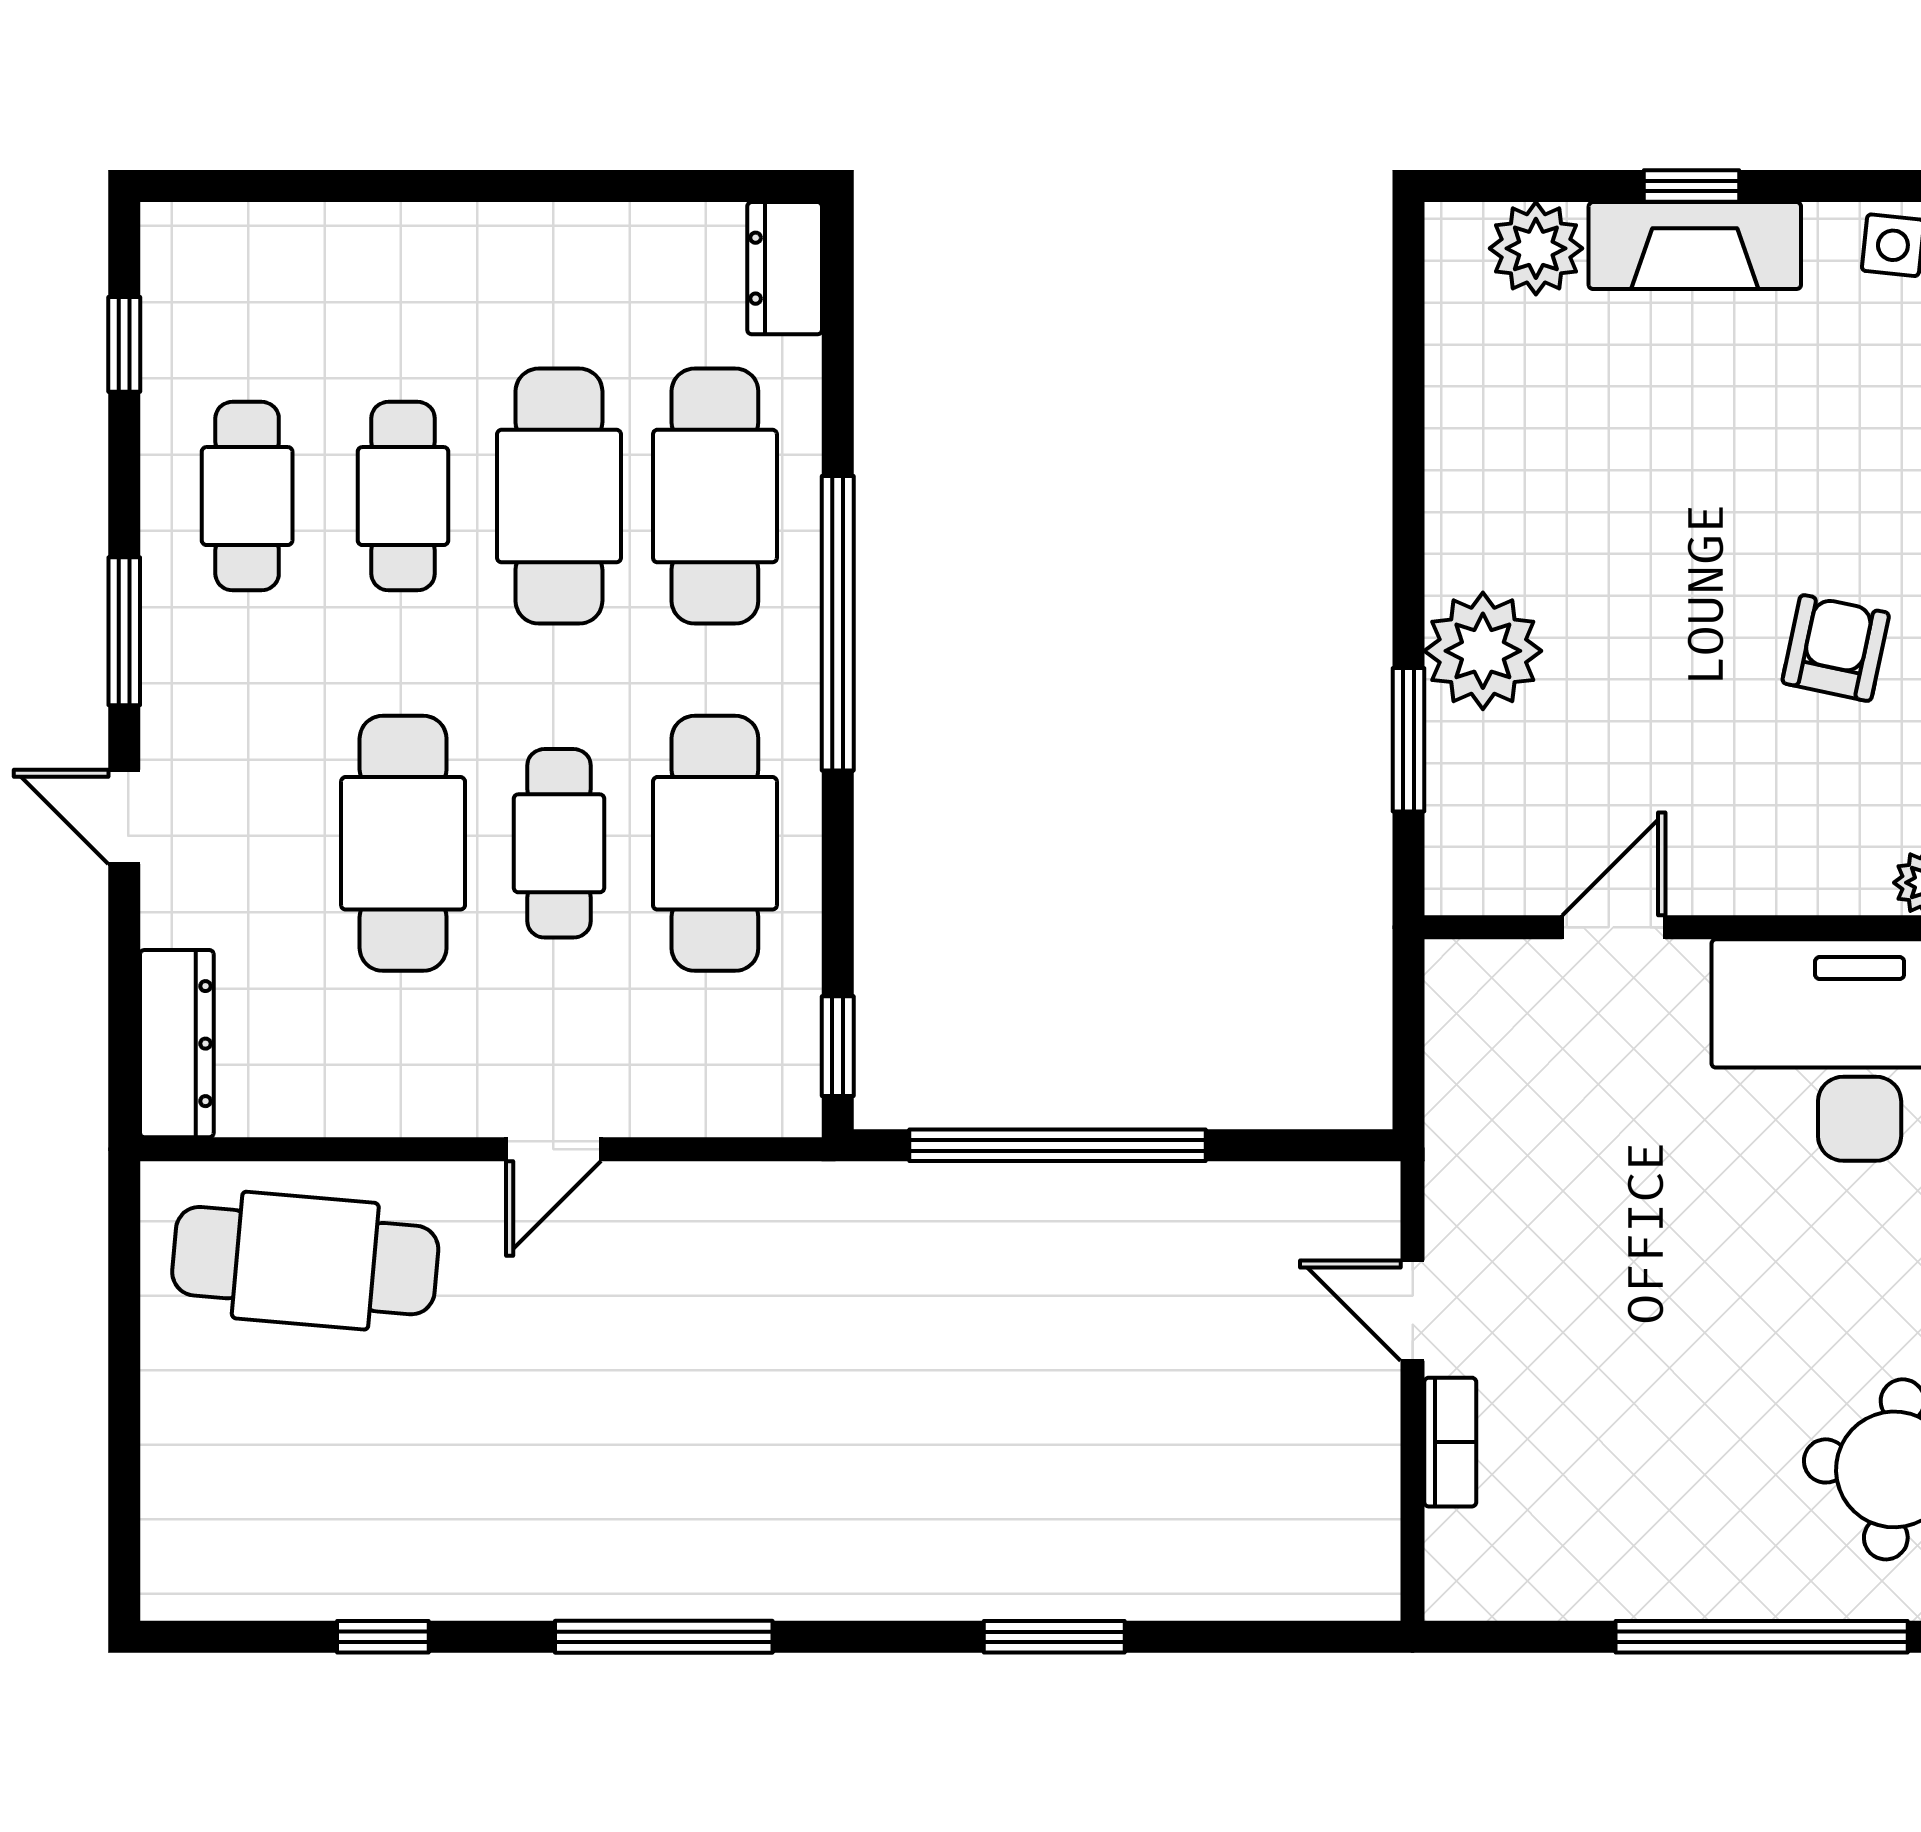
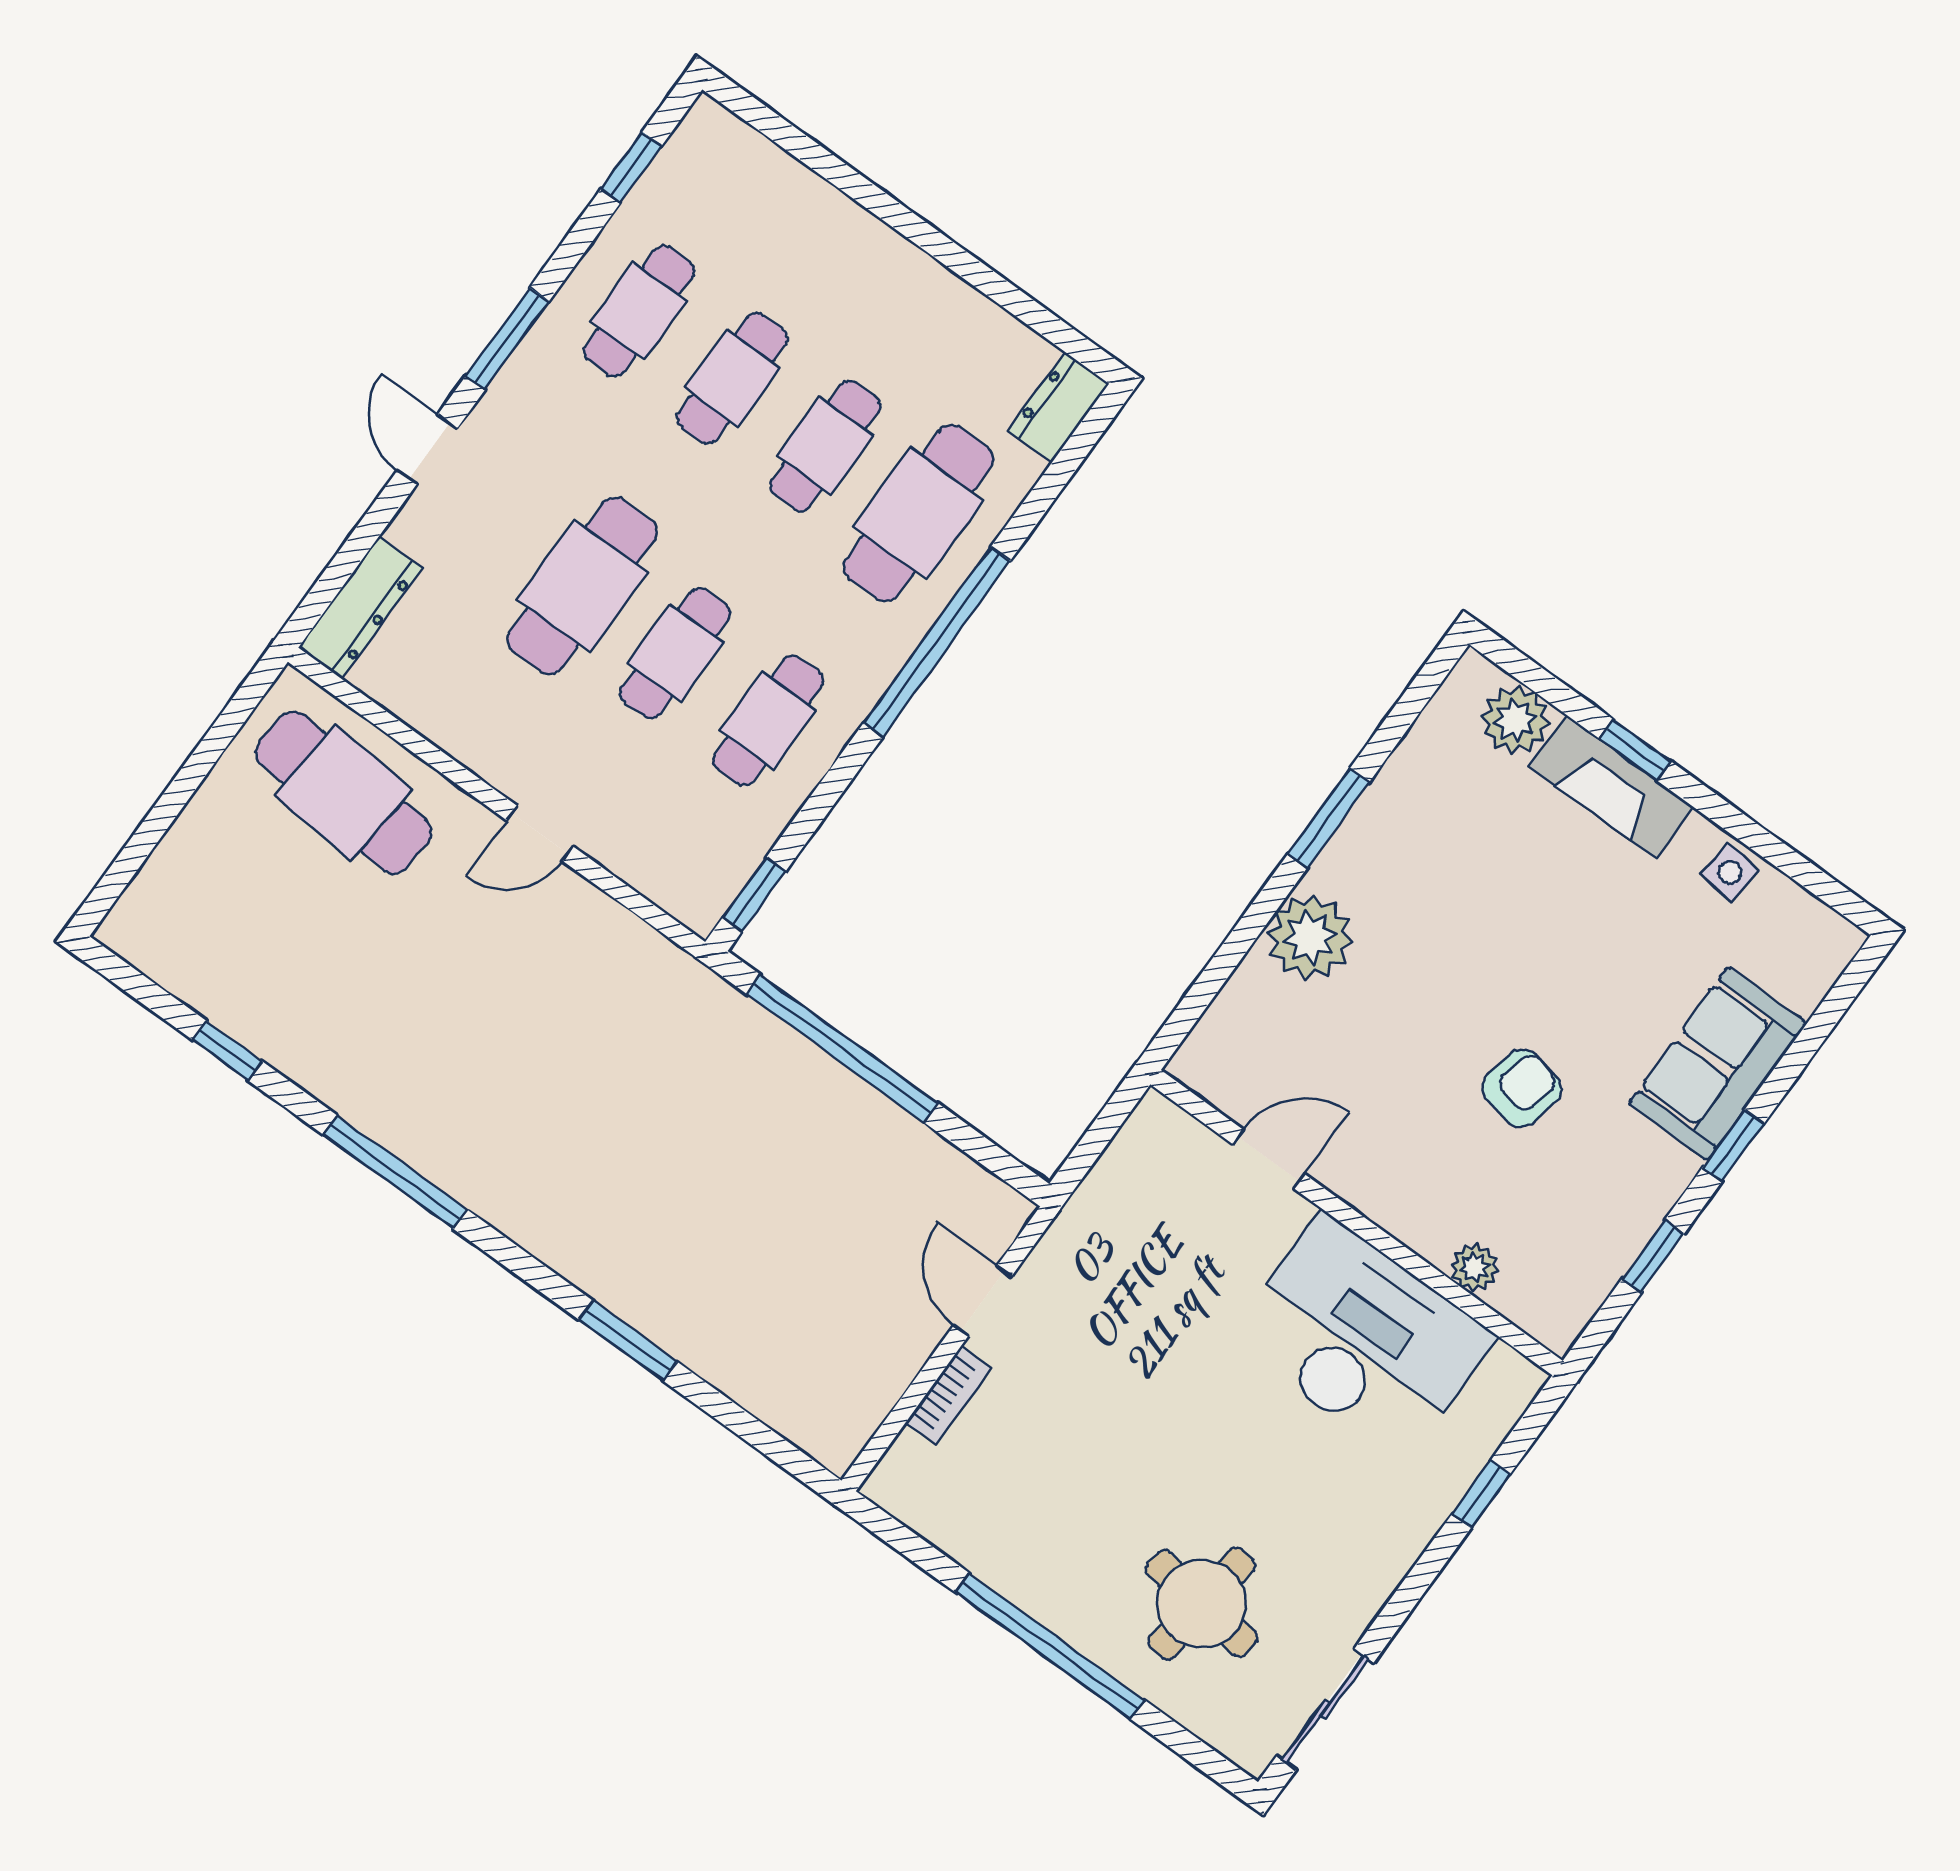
cafe table: (559, 496) -> (825, 446), width x0.73, depth x0.74
window: (1409, 740) -> (1328, 818), moved
cafe table: (715, 843) -> (768, 720), width x0.73, depth x0.74

